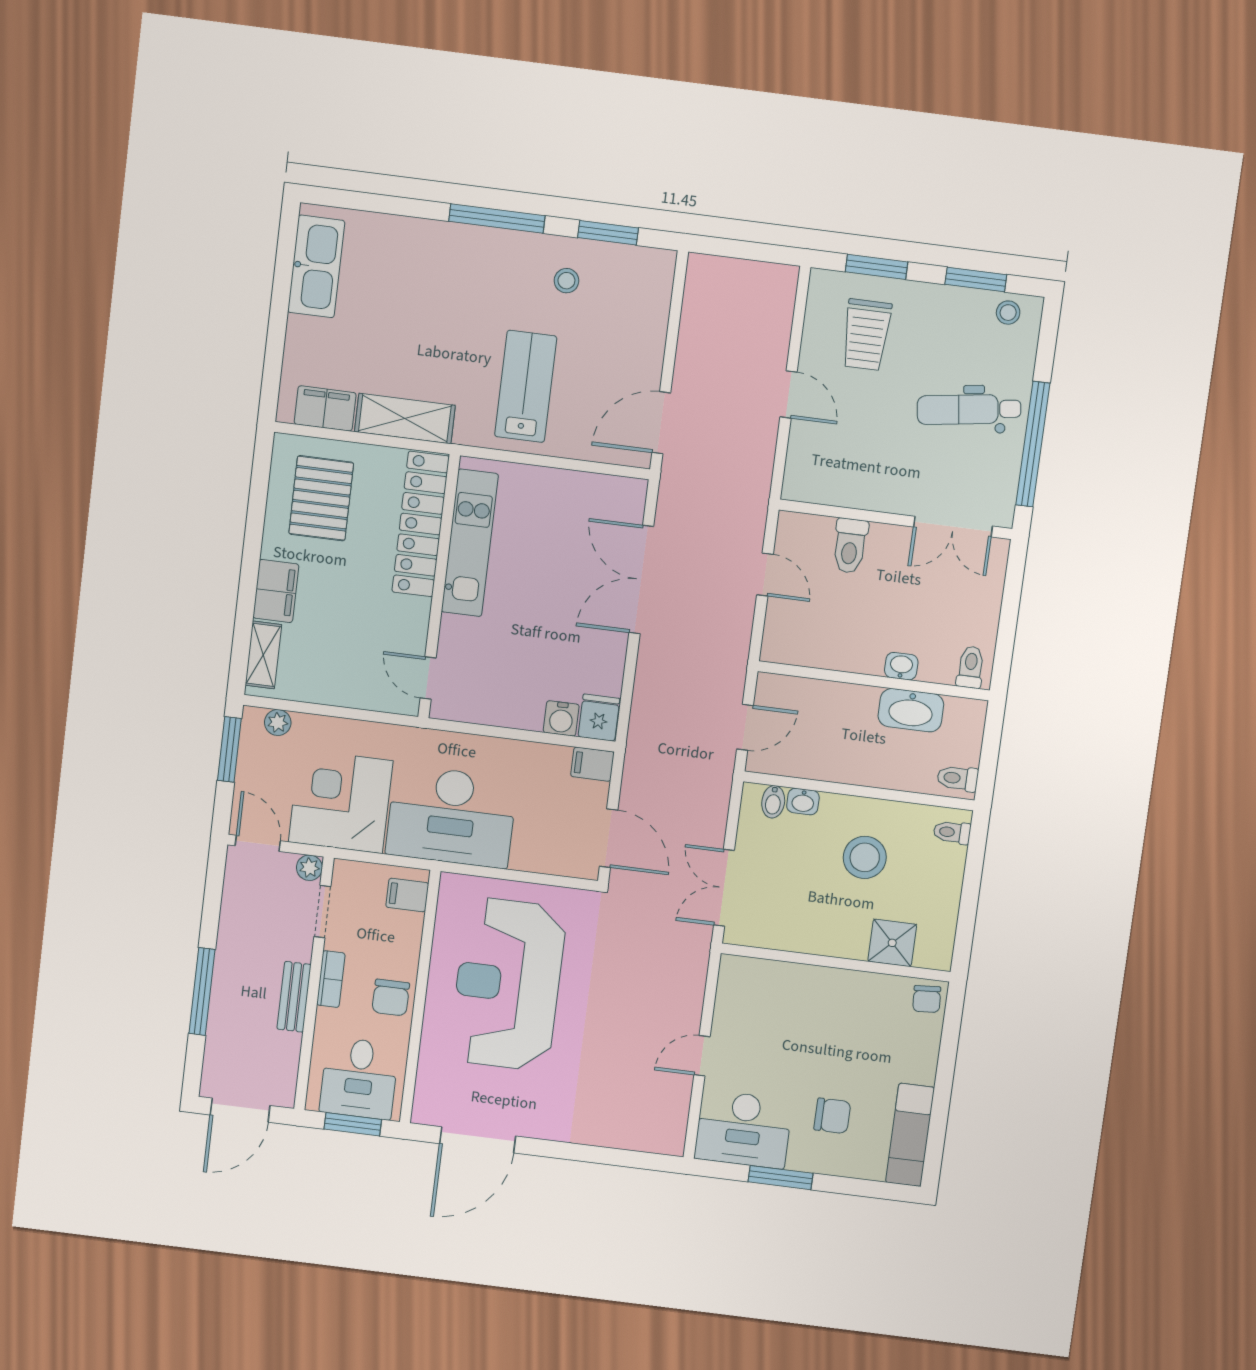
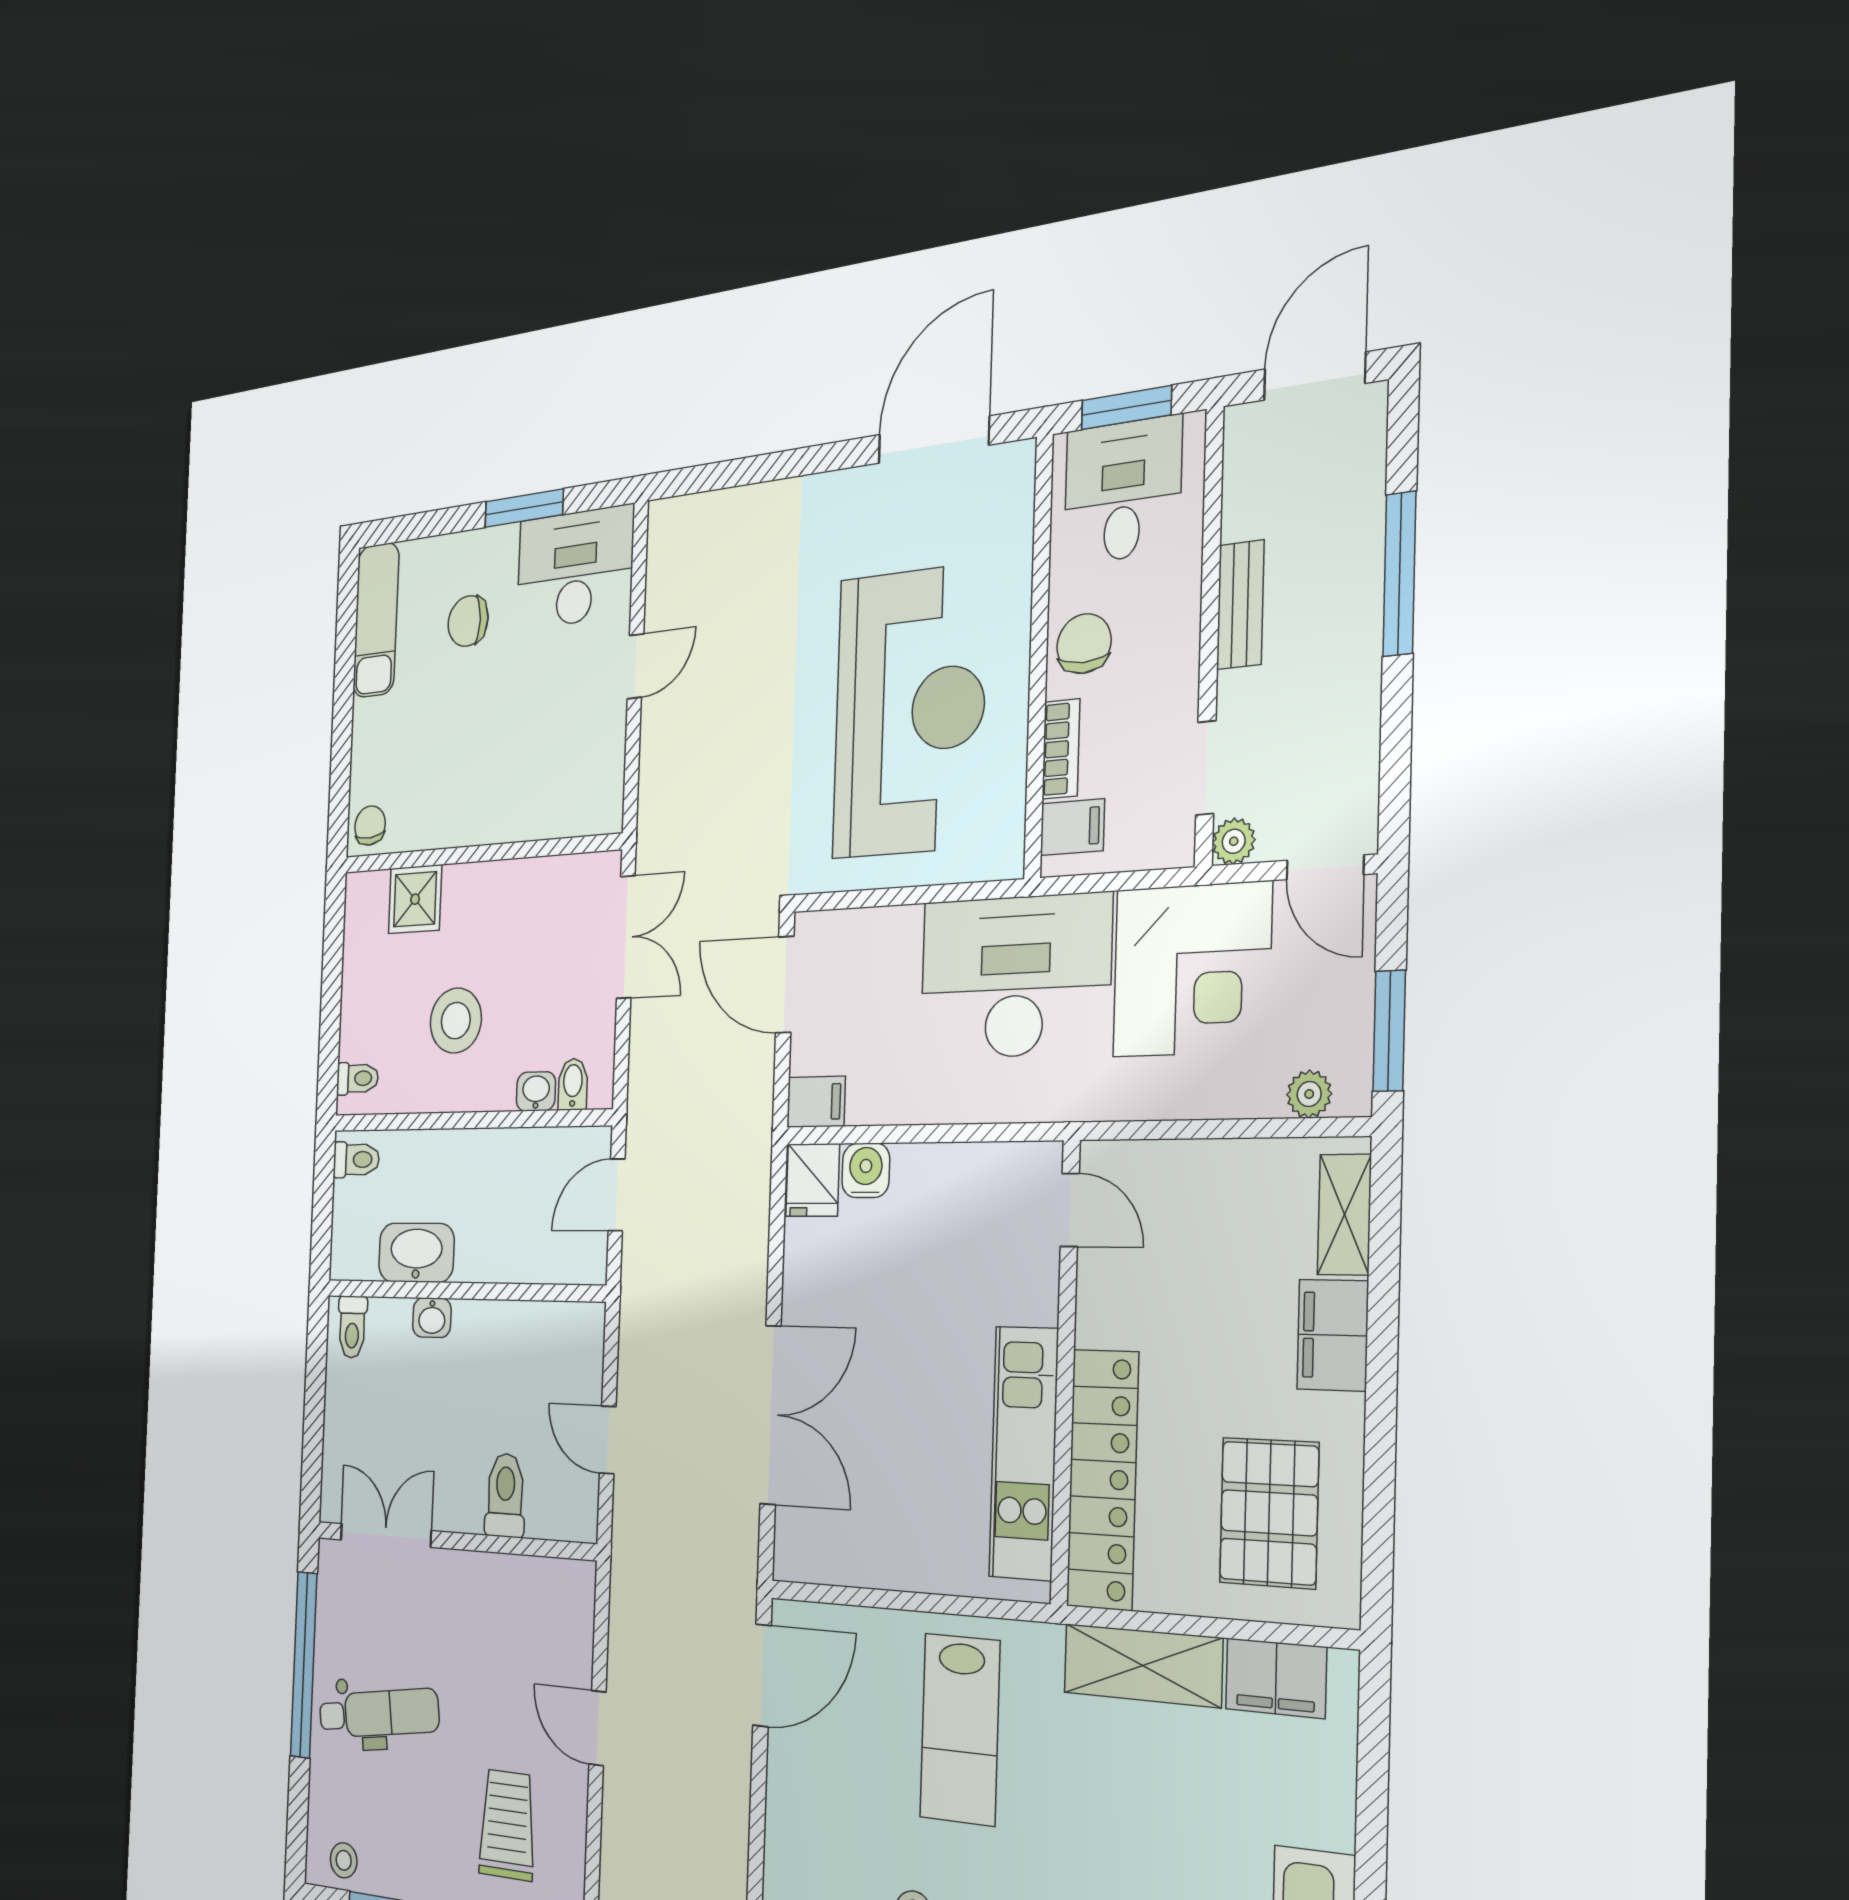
bookcase: (331, 979) -> (1061, 749), moved, turned 180

